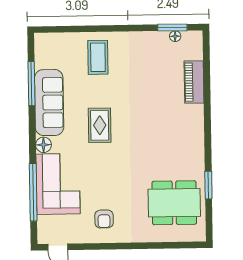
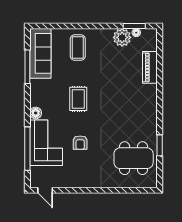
plant: (157, 43) -> (122, 37), added
sofa: (49, 103) -> (40, 53), moved
armchair: (104, 219) -> (80, 143), moved

